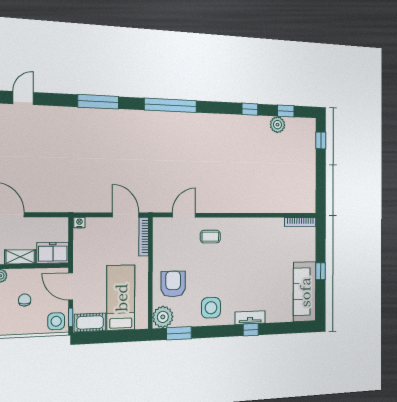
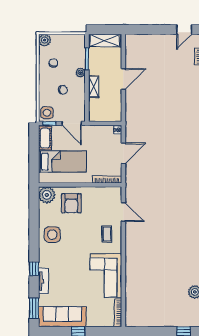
door: (126, 215) -> (123, 153), moved
corner sofa: (259, 237) -> (106, 275), added
freezer: (53, 253) -> (96, 110), removed
armchair: (173, 284) -> (71, 203), turned 90
door: (71, 286) -> (72, 123), swing flipped
tv unit: (250, 317) -> (43, 281), moved
window: (179, 333) -> (34, 308), moved

